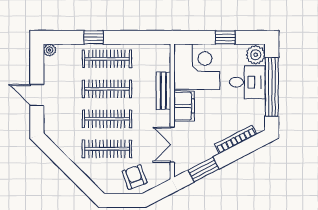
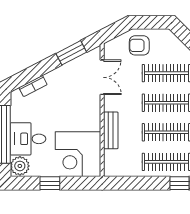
filing cabinet: (184, 106) -> (90, 115), removed
bookcase: (236, 139) -> (33, 86), width x0.64
armchair: (135, 177) -> (139, 45), turned 110

